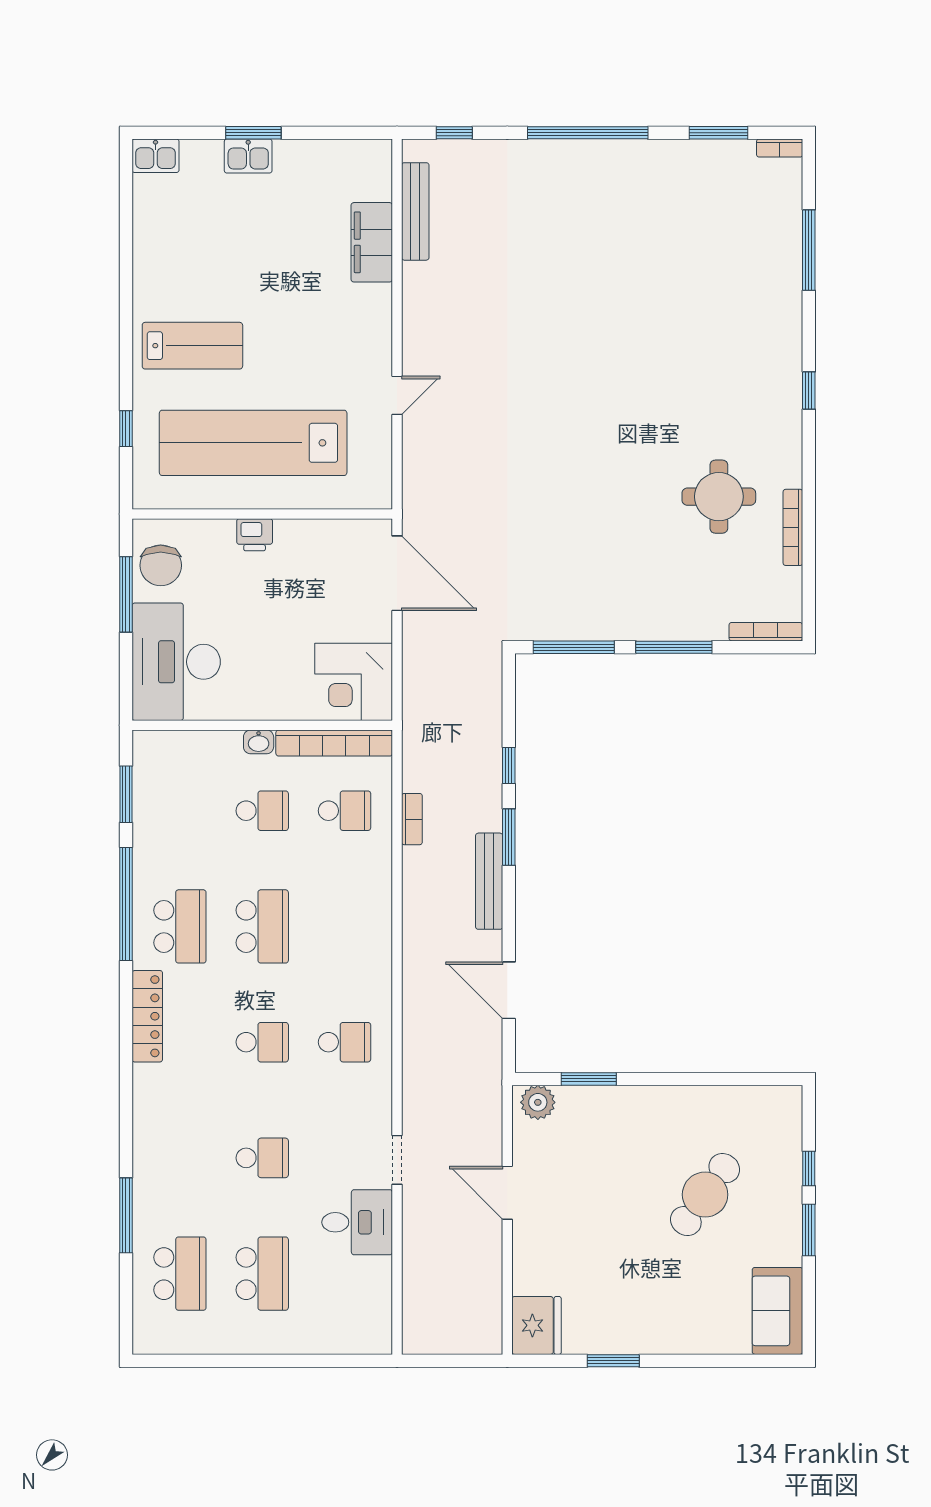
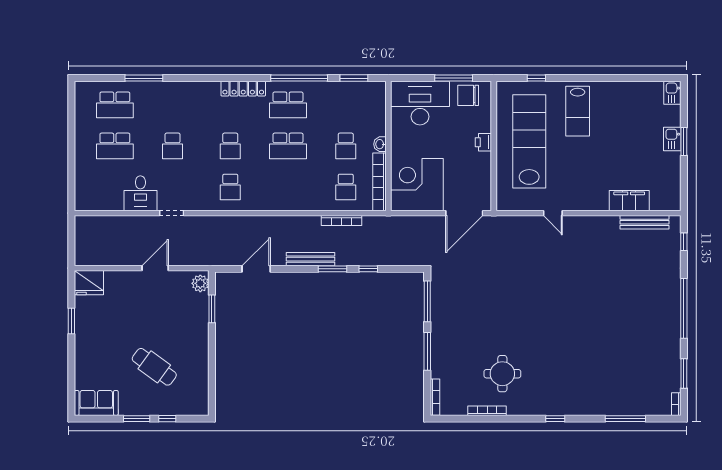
corner desk: (354, 682) -> (417, 185), width x1.36, depth x1.36
bookcase: (412, 819) -> (342, 221), width x1.56

